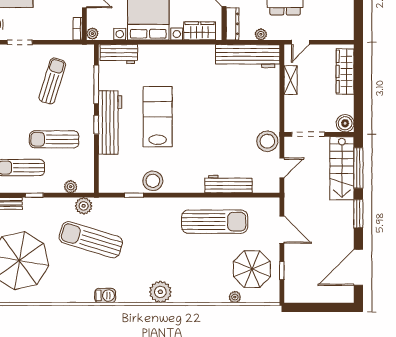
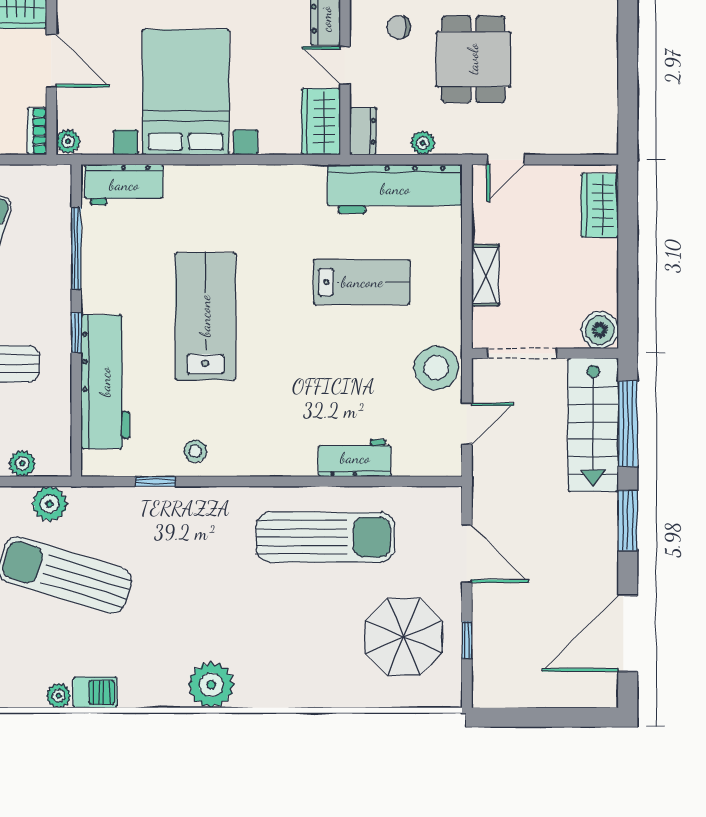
dresser: (233, 24) -> (363, 131), width x0.70
wardrobe: (200, 31) -> (321, 122), moved, turned -90
wardrobe: (345, 72) -> (600, 205), width x0.67
shelving: (291, 80) -> (485, 275), moved
lab bench: (232, 100) -> (362, 282), added
workbench: (110, 122) -> (105, 382), moved
stool: (153, 181) -> (195, 451), width x0.53, depth x0.53
workbench: (229, 184) -> (355, 458), width x0.73
plant: (235, 297) -> (59, 696), moved

